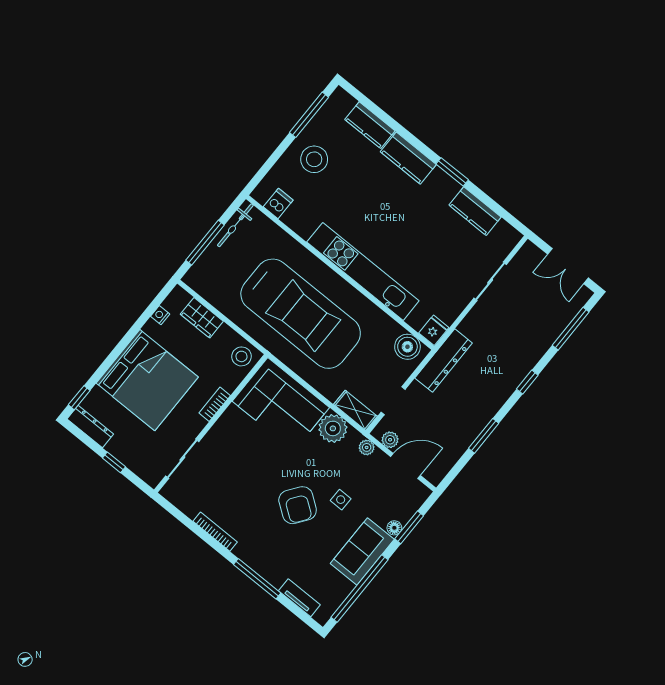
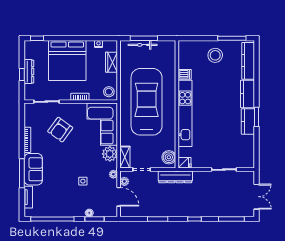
kitchen counter: (370, 125) -> (248, 61), width x1.50
dishwasher: (278, 203) -> (185, 74), moved
kitchen counter: (475, 211) -> (248, 121), moved
bicycle: (235, 225) -> (143, 45), moved
double door: (568, 266) -> (256, 197), swing flipped
car: (301, 314) -> (147, 102), turned 180
dresser: (90, 426) -> (29, 72), moved
armchair: (298, 505) -> (60, 130), moved
sofa: (362, 551) -> (33, 169), moved, turned 90

